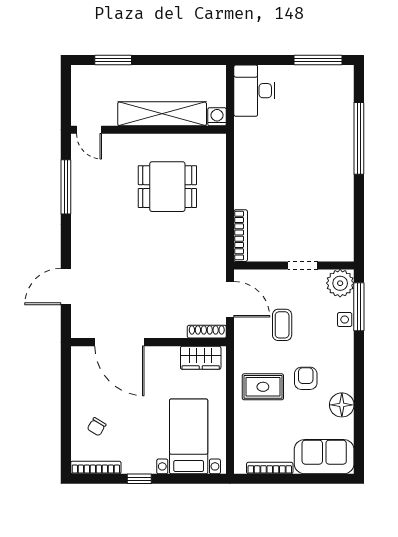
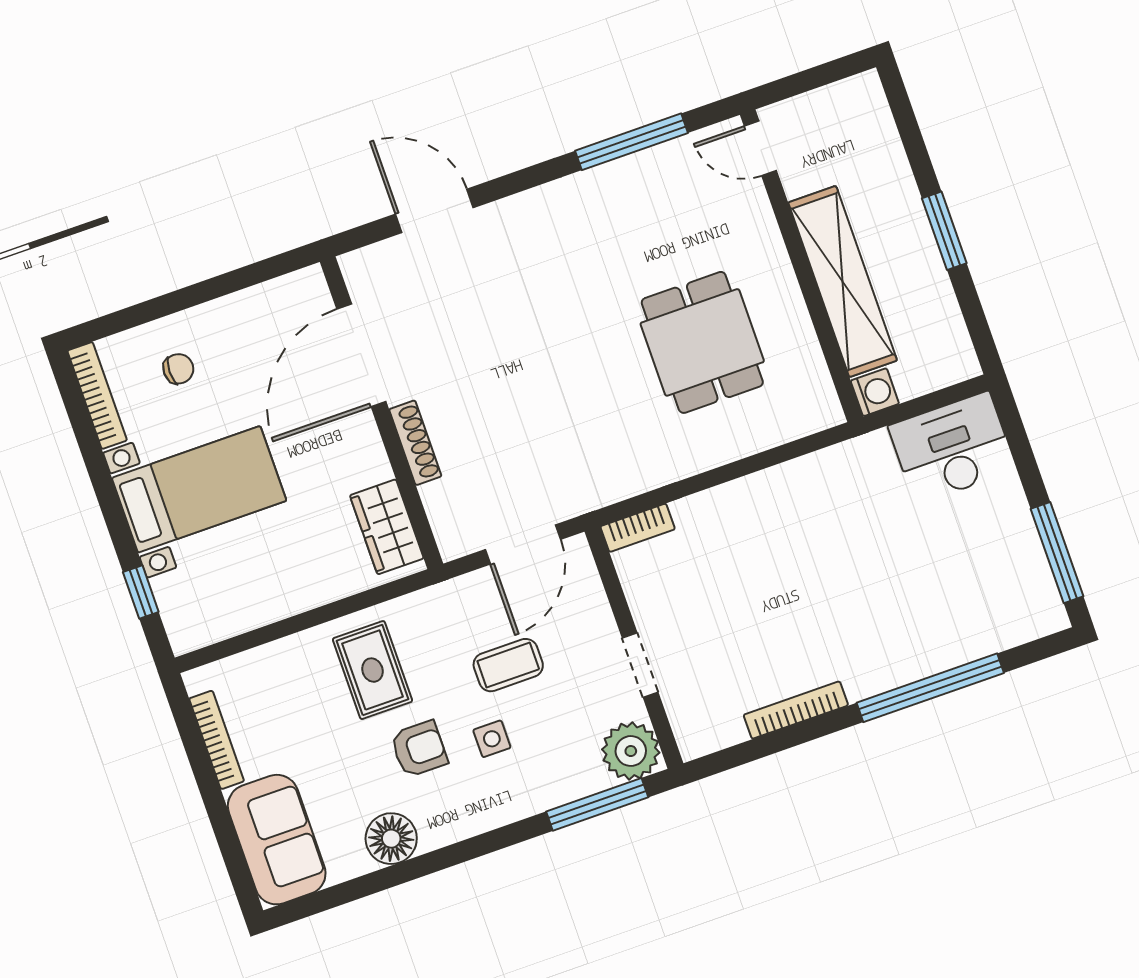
window: (113, 60) -> (944, 231), moved
door: (89, 130) -> (760, 148), hinge flipped
bookcase: (348, 202) -> (796, 710), added
bookcase: (241, 236) -> (638, 528), width x0.64
side table: (345, 320) -> (492, 739), moved
shoe rack: (207, 332) -> (415, 443), moved
chair: (97, 427) -> (178, 369), turned 149
bed with nightstands: (189, 436) -> (199, 489), moved
window: (139, 479) -> (141, 592), moved

